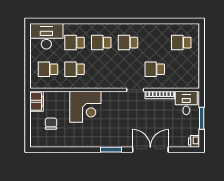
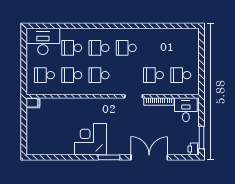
school desk: (181, 43) -> (181, 75), moved
school desk: (101, 69) -> (99, 75), added
filing cabinet: (37, 101) -> (33, 103), width x0.50
corner desk: (85, 107) -> (91, 139), moved, turned 180
window: (202, 118) -> (202, 137), moved
chair: (51, 124) -> (48, 131), removed

